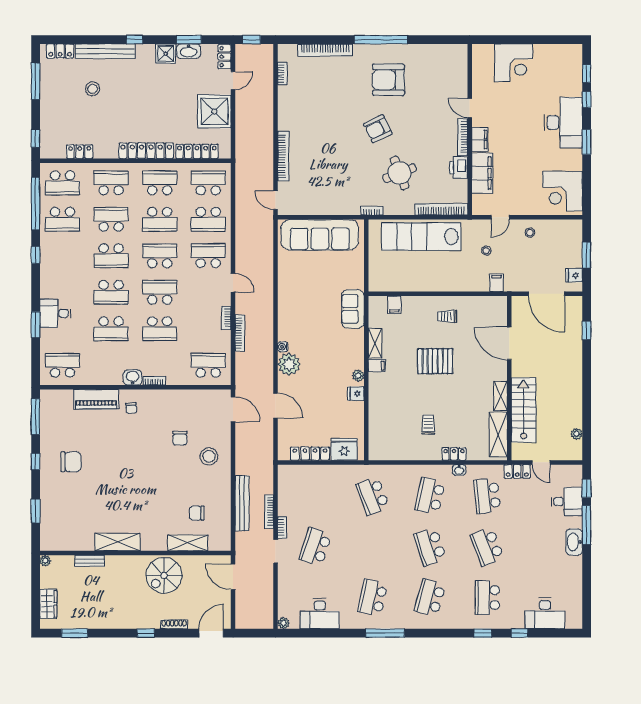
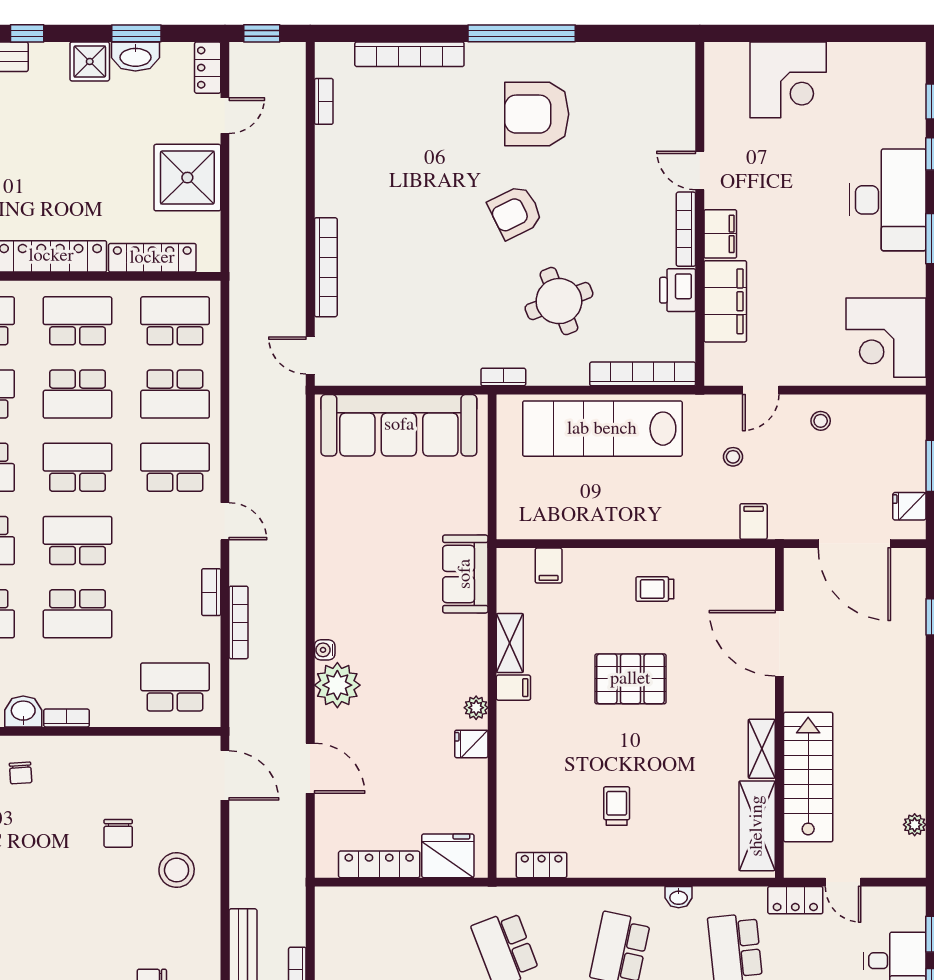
locker: (454, 454) -> (542, 865), moved

